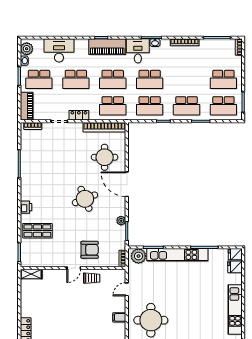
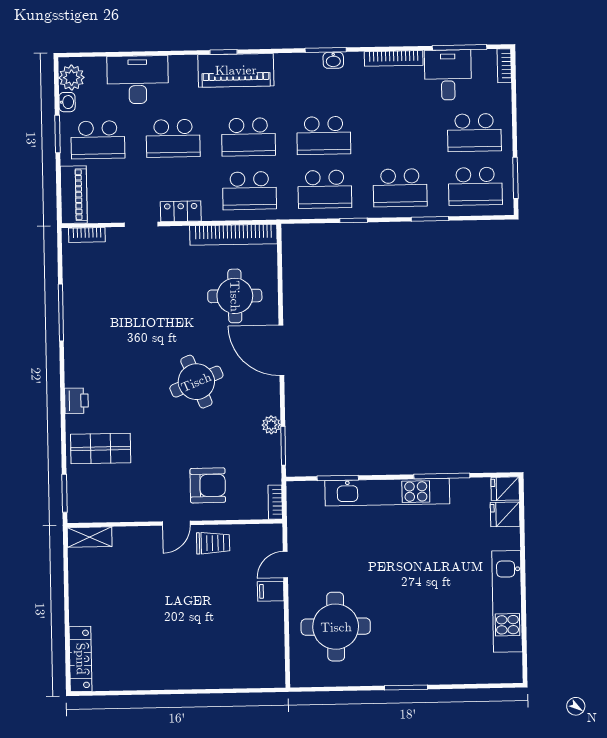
desk: (138, 51) -> (448, 75), moved
plant: (138, 256) -> (308, 496), removed
filing cabinet: (119, 317) -> (271, 591), moved

